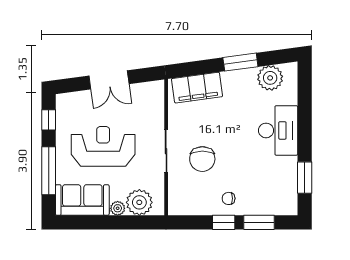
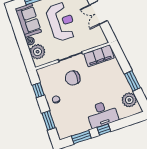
filing cabinet: (197, 88) -> (99, 56), moved, turned -82
window: (305, 136) -> (104, 129), added
window: (224, 222) -> (38, 90), moved

